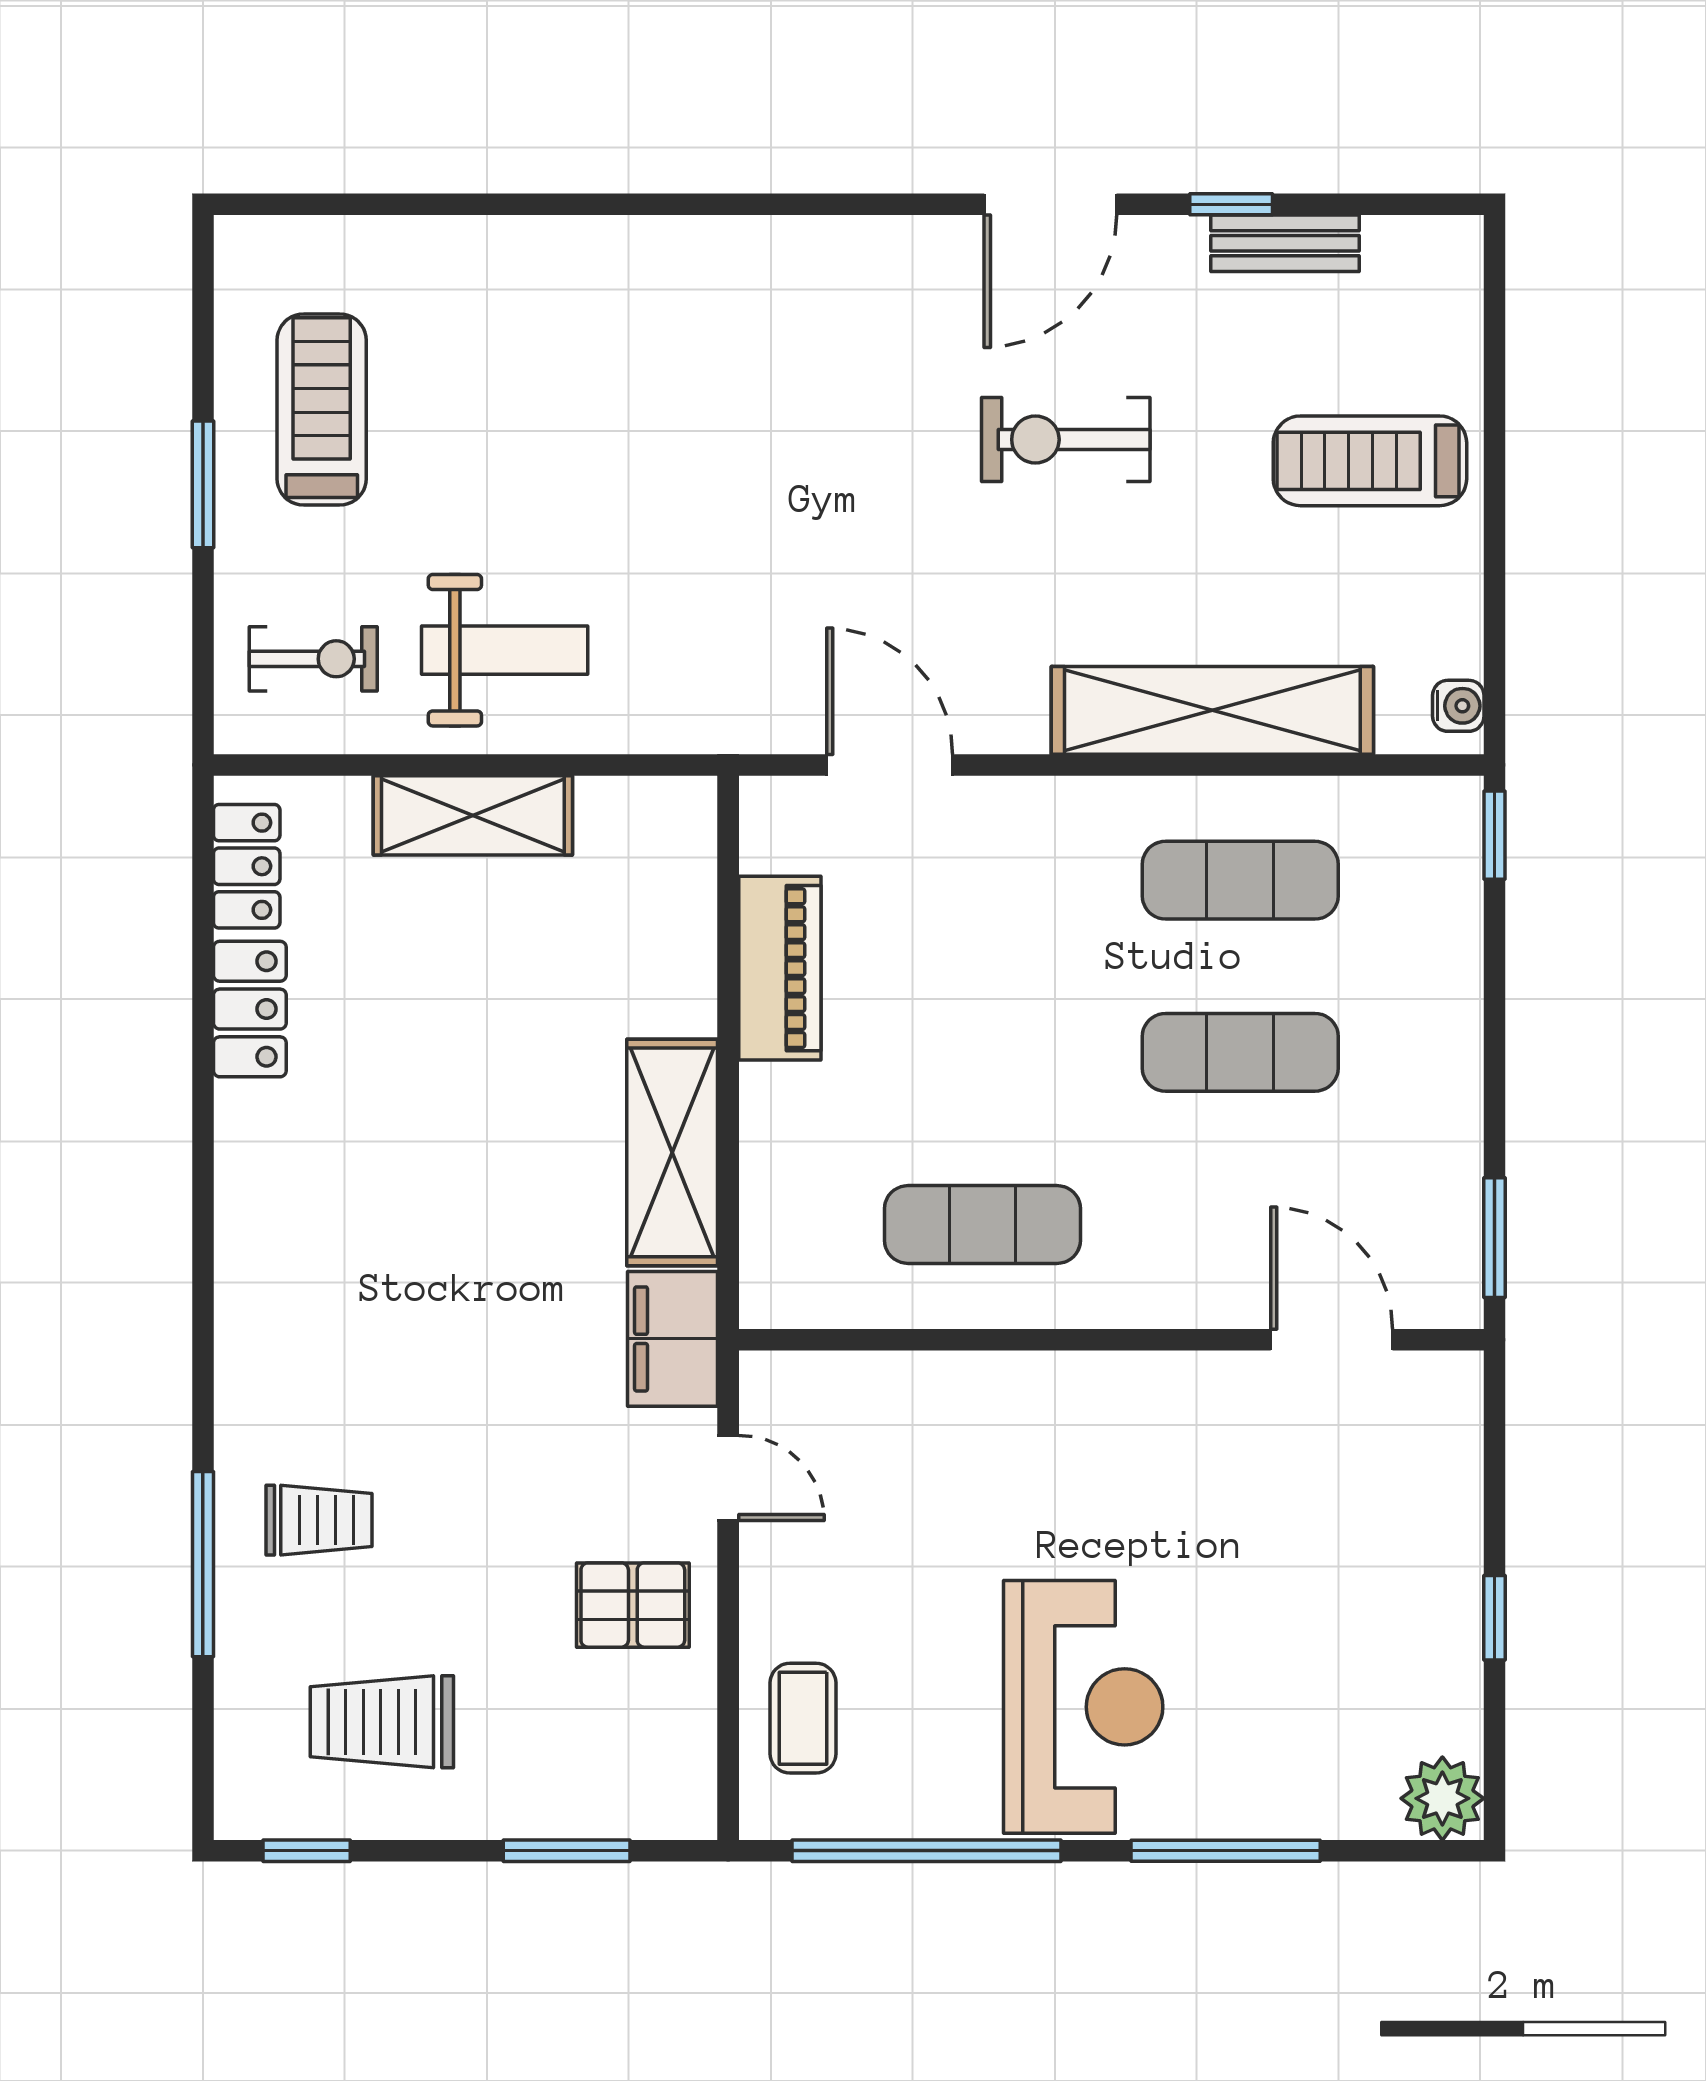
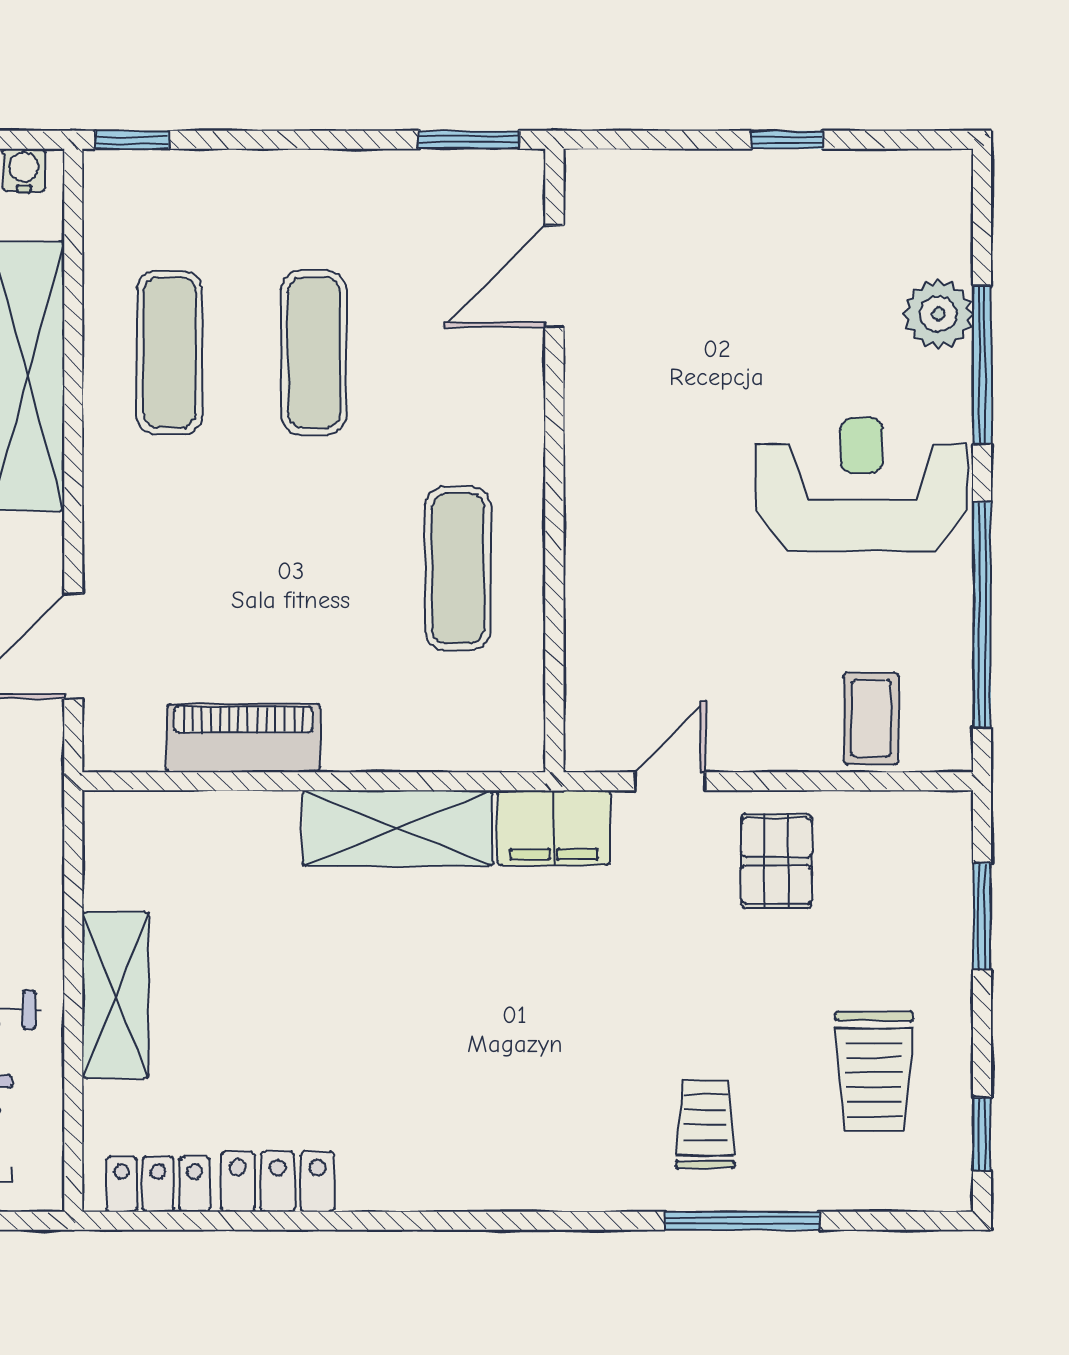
coffee table: (803, 1718) -> (871, 719), turned 90
plant: (1442, 1798) -> (938, 314), moved

